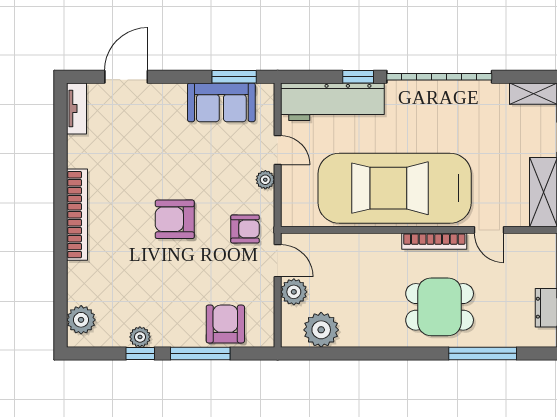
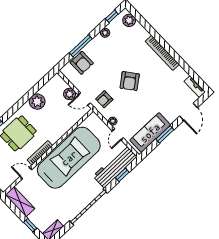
window: (234, 77) -> (165, 134), moved
window: (358, 77) -> (122, 175), moved
sofa: (221, 102) -> (150, 133), width x1.36
door: (278, 150) -> (118, 134), hinge flipped
armchair: (175, 219) -> (130, 81), turned 142
plant: (321, 330) -> (37, 102), moved
window: (140, 353) -> (112, 16), moved

